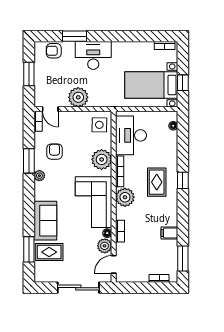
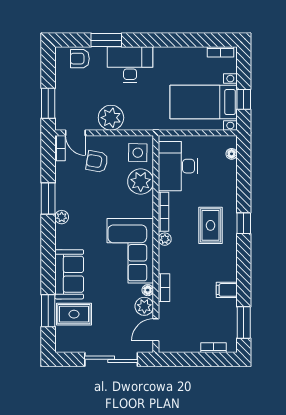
window: (29, 74) -> (48, 103), moved
armchair: (54, 152) -> (97, 162), moved, turned -80
plant: (102, 159) -> (141, 182), moved
plant: (125, 197) -> (165, 239), width x0.53, depth x0.53

